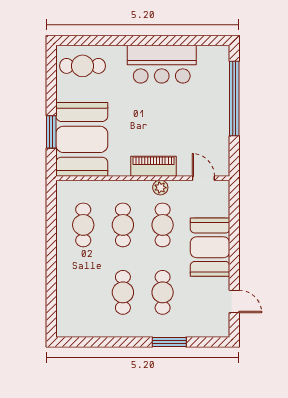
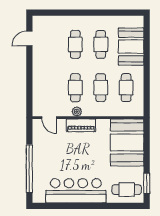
bar counter: (162, 64) -> (76, 191), width x1.36
window: (51, 132) -> (147, 183), moved
booth: (210, 247) -> (131, 47), moved
door: (234, 301) -> (29, 39), hinge flipped
window: (169, 342) -> (71, 13), removed

